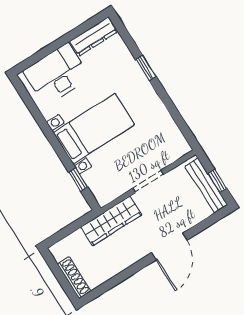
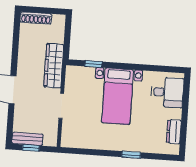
dresser: (94, 37) -> (174, 132), width x0.70
desk: (57, 74) -> (167, 92), width x0.73
bench: (206, 185) -> (27, 139), width x0.73

